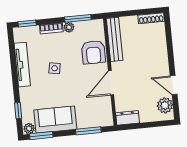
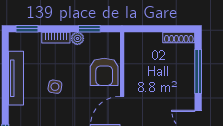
window: (78, 18) -> (89, 29), width x0.67
bench: (115, 39) -> (132, 59), removed
window: (170, 44) -> (198, 71), added

